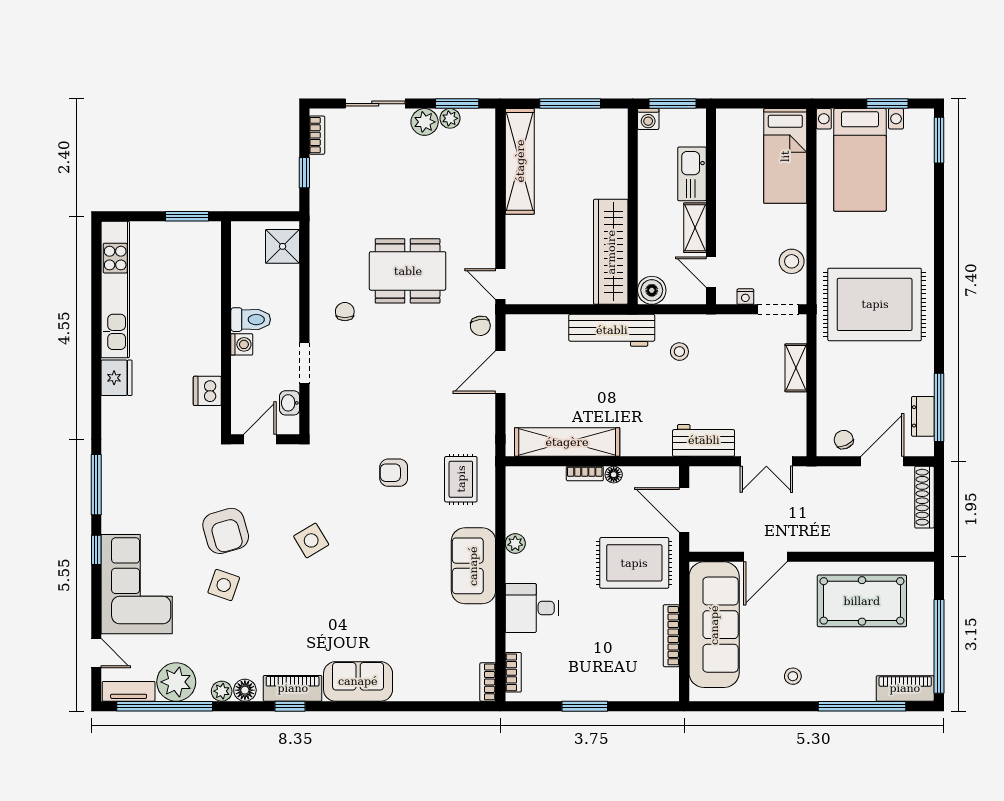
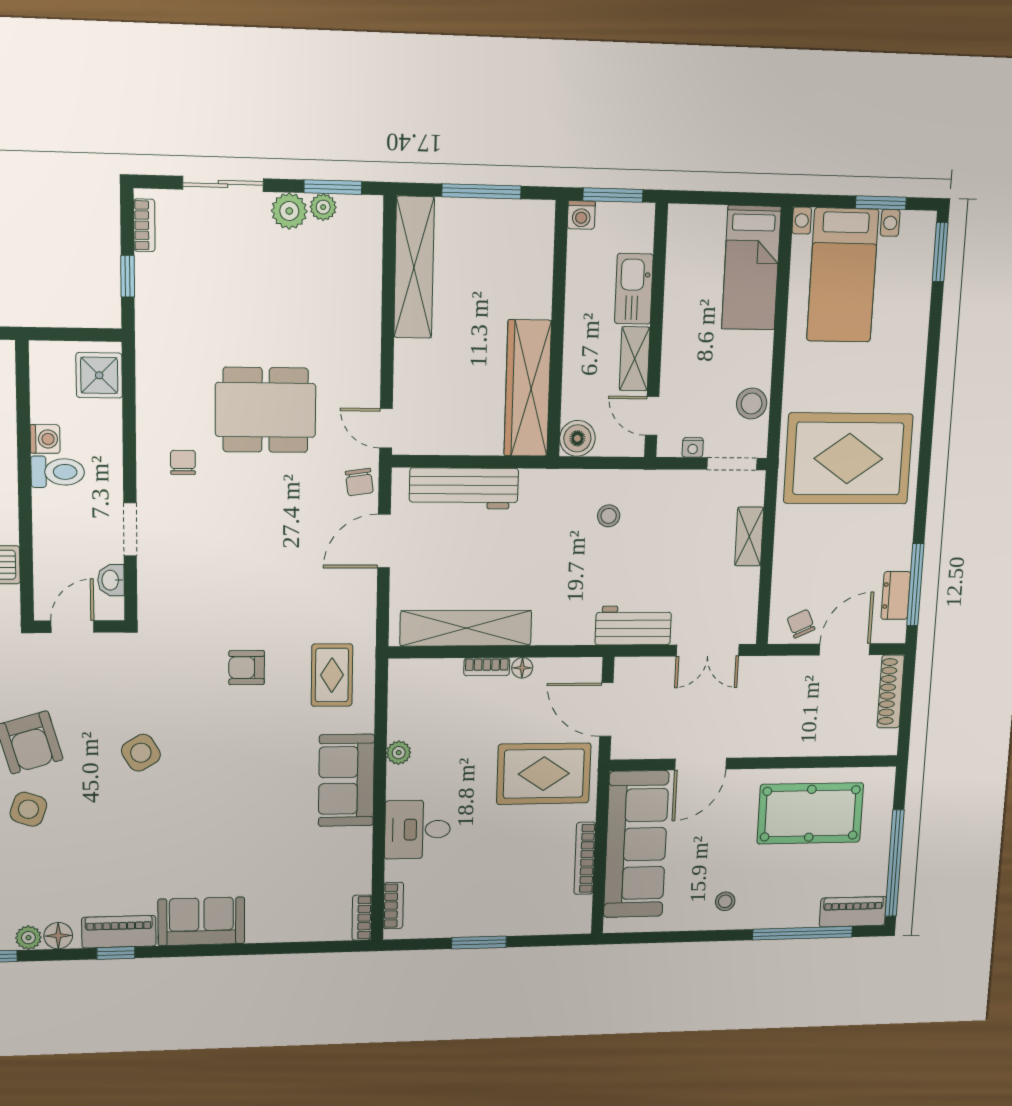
workbench: (612, 330) -> (464, 488), moved
washing machine: (242, 344) -> (45, 439), moved

